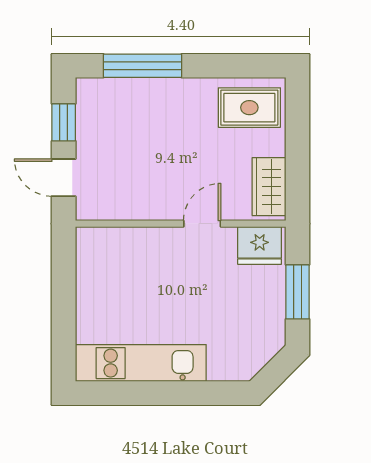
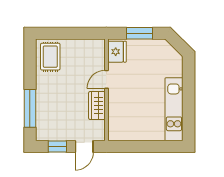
wardrobe: (269, 187) -> (97, 105), moved, turned 90
door: (202, 224) -> (106, 79), hinge flipped

